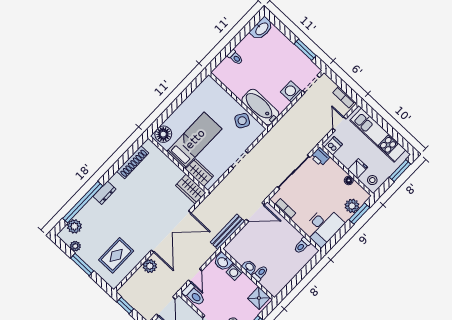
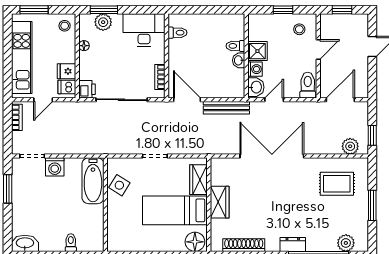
fridge: (358, 169) -> (66, 71), moved
wardrobe: (191, 189) -> (220, 202), moved
plant: (75, 246) -> (362, 226), removed
plant: (150, 266) -> (350, 146), moved
door: (195, 276) -> (274, 100), moved
shower: (259, 298) -> (257, 51), moved

